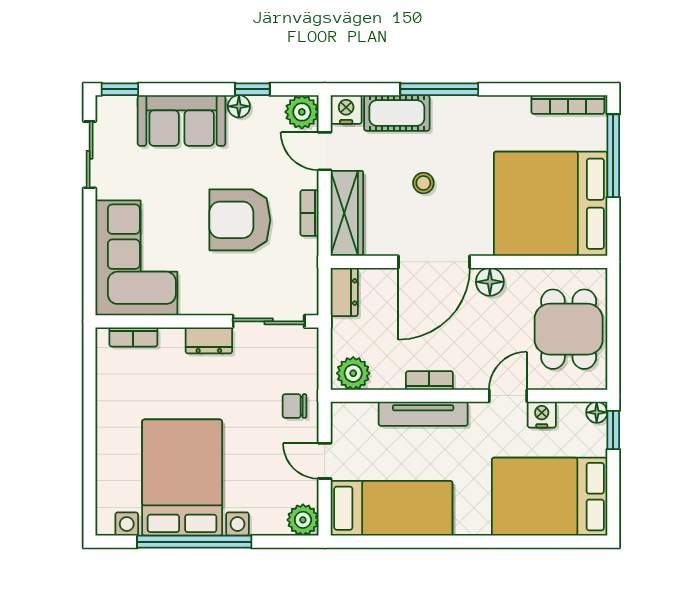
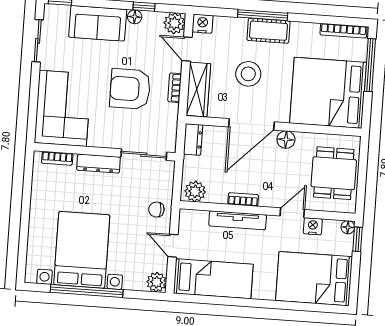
cot: (397, 113) -> (268, 31), moved
stool: (423, 183) -> (248, 74), width x1.89, depth x1.89
dresser: (209, 340) -> (99, 164), width x1.44

